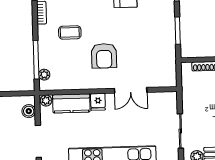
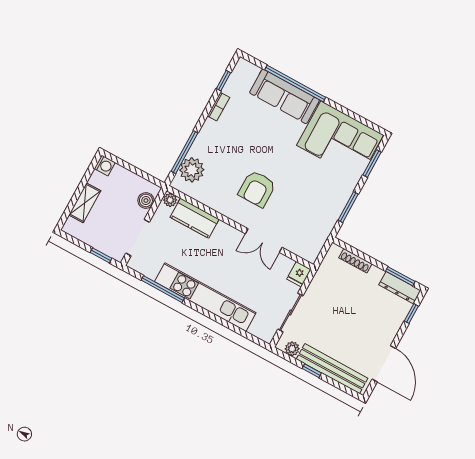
coffee table: (70, 32) -> (236, 144), removed
plant: (44, 75) -> (192, 170), width x1.88, depth x1.88
fridge: (98, 102) -> (299, 274), moved

